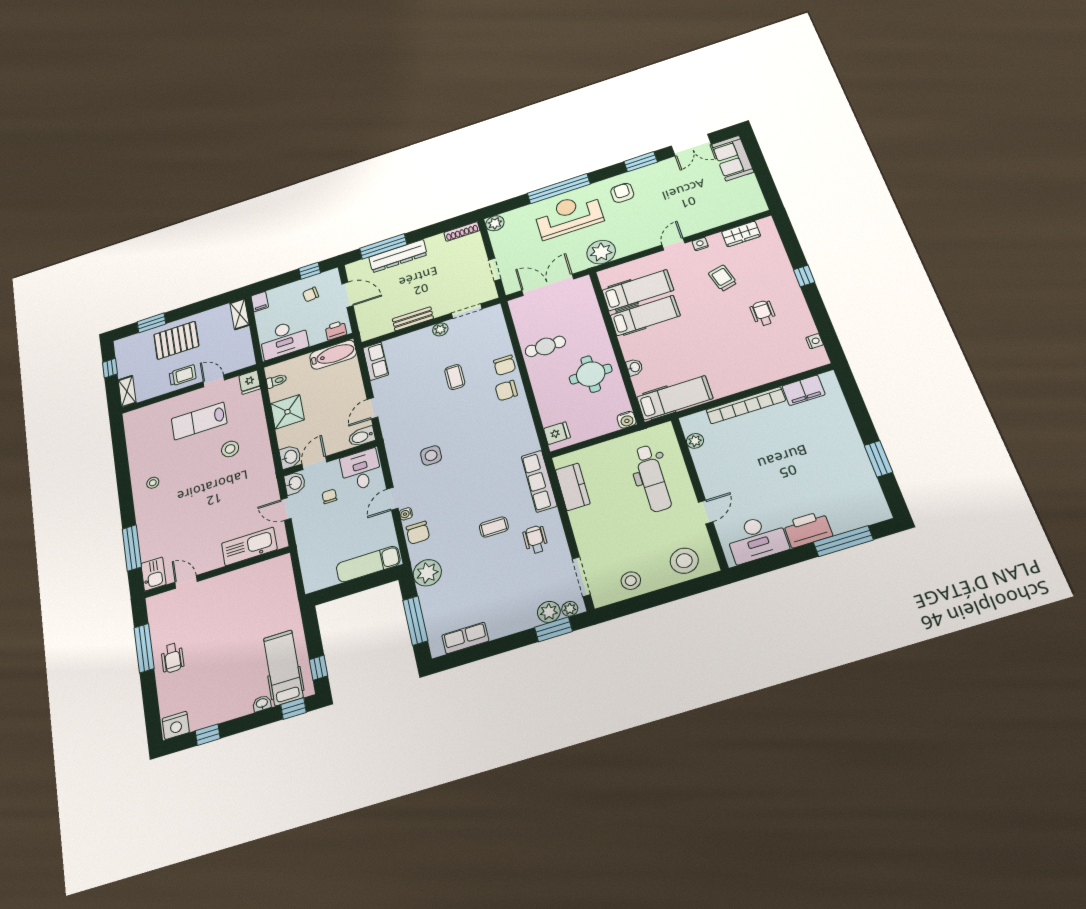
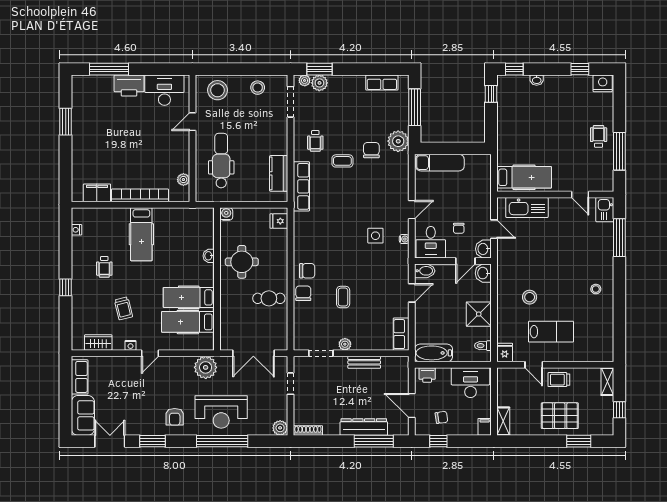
row of seats: (751, 193) -> (80, 377), added
hospital bed: (675, 398) -> (141, 234), moved, turned -90
water cooler: (406, 514) -> (404, 239), moved
chair: (418, 533) -> (371, 150), moved
hospital bed: (283, 668) -> (524, 177), moved, turned -90

